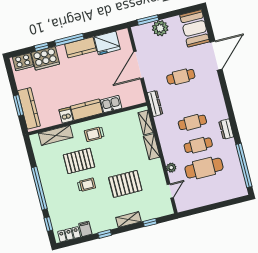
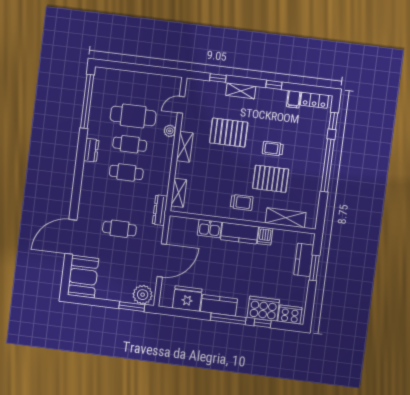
plant: (160, 28) -> (143, 295), moved
kitchen counter: (29, 108) -> (304, 260), width x0.67
shelving: (152, 147) -> (185, 147), moved

